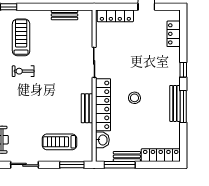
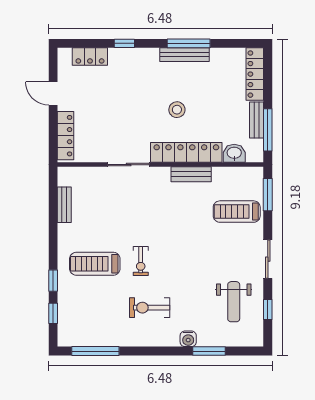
window: (183, 70) -> (124, 43), moved
treadmill: (59, 142) -> (237, 212), turned 90

